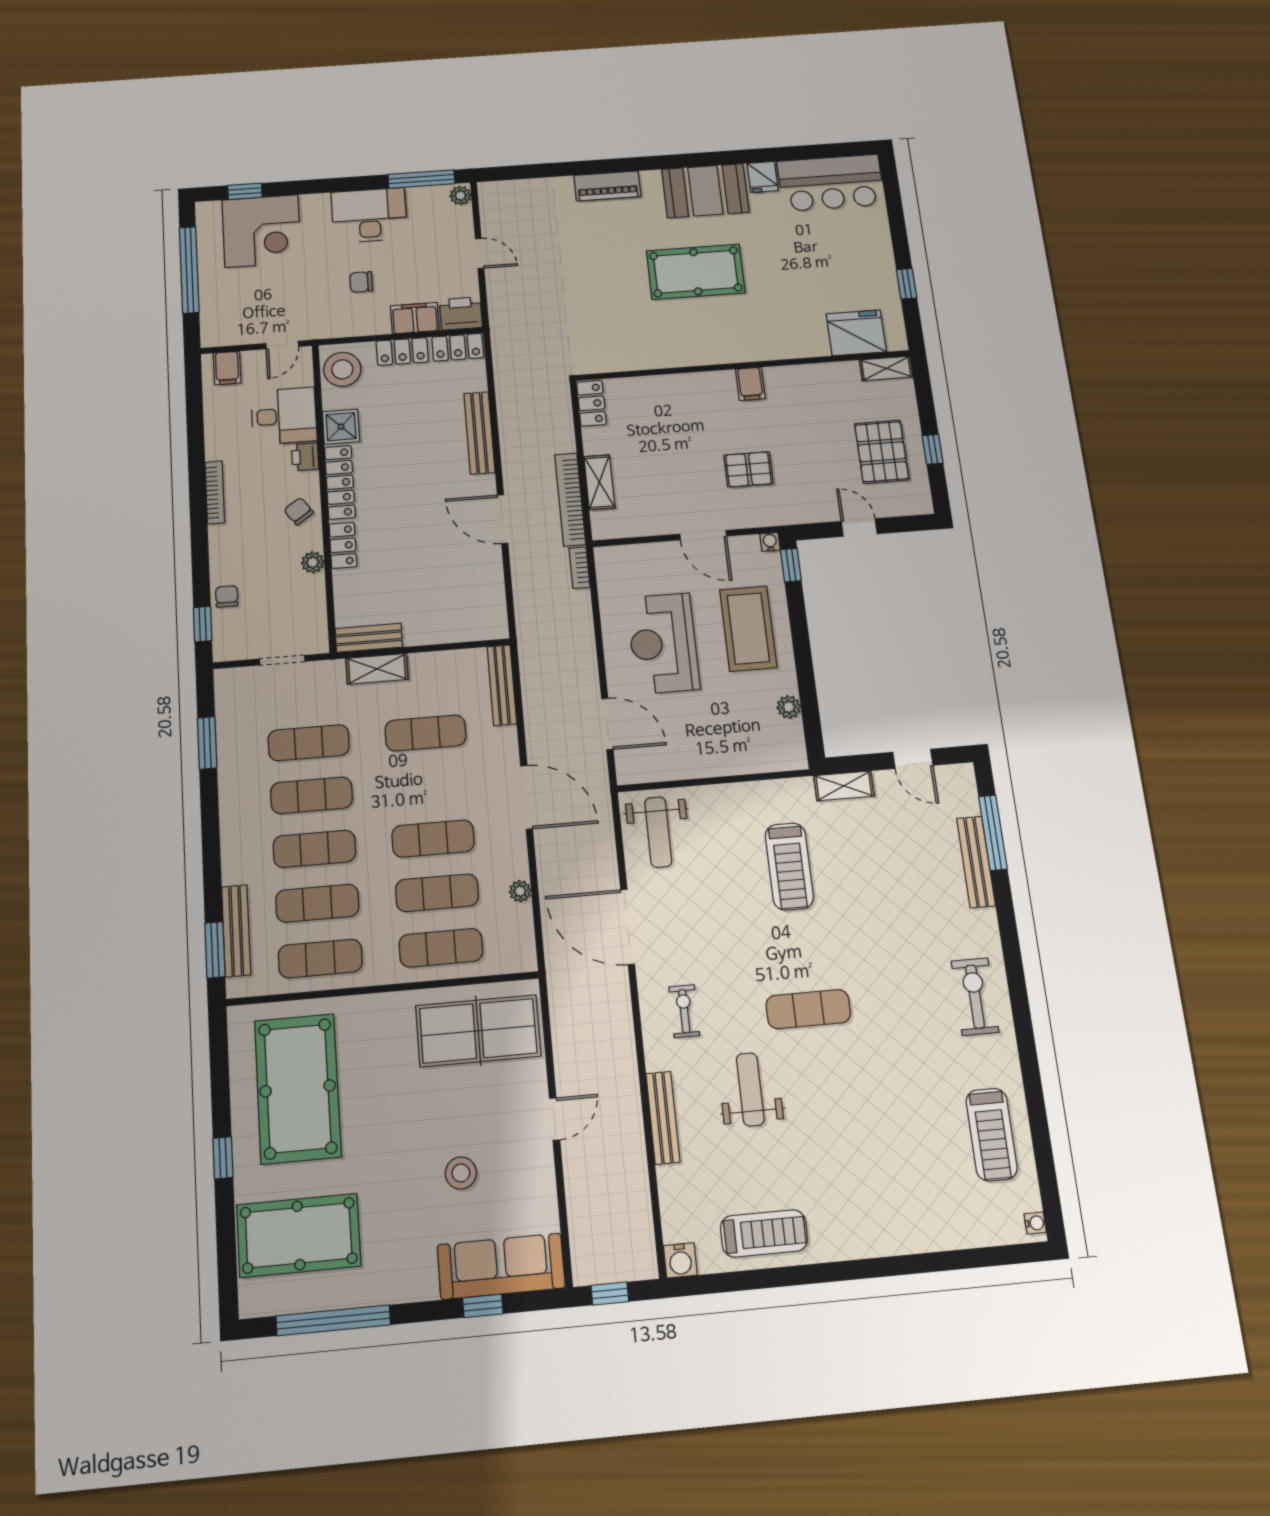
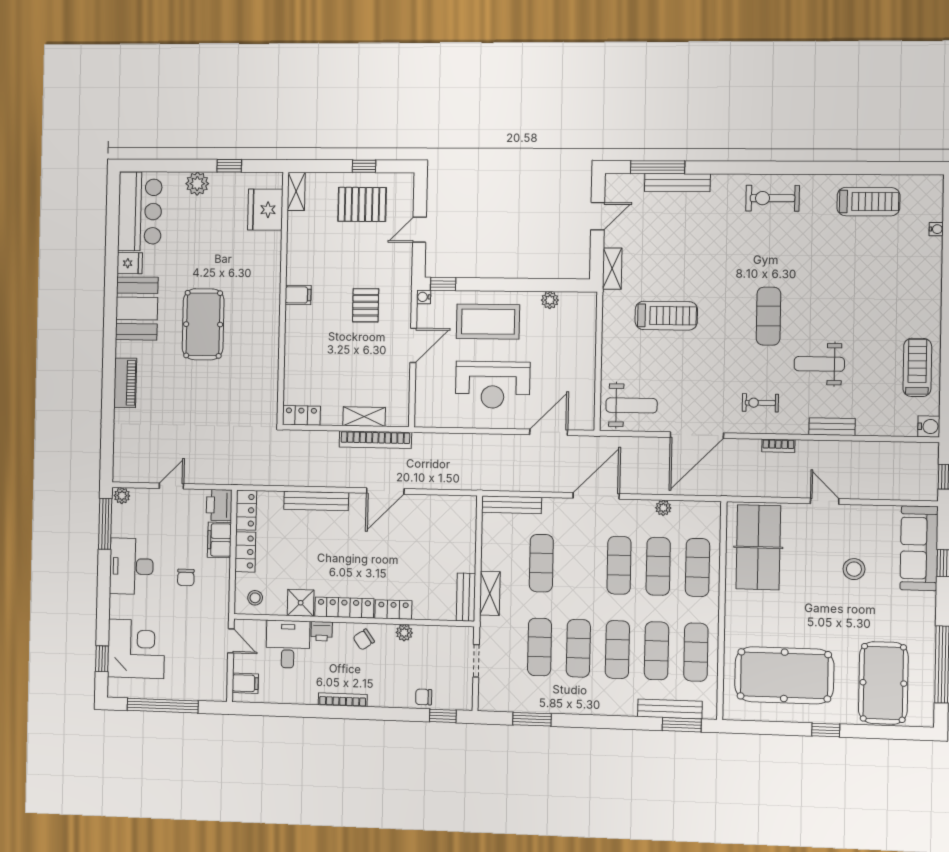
plant: (877, 248) -> (197, 184), added
stool: (342, 369) -> (255, 598), width x0.53, depth x0.53
bookcase: (580, 568) -> (778, 446), moved
bench: (663, 1118) -> (832, 427), width x0.73
water cooler: (1035, 1223) -> (936, 229), moved, turned 90

